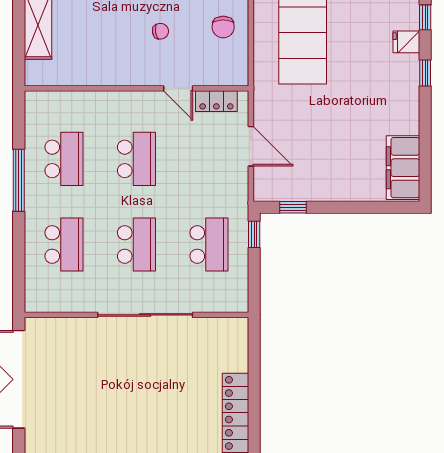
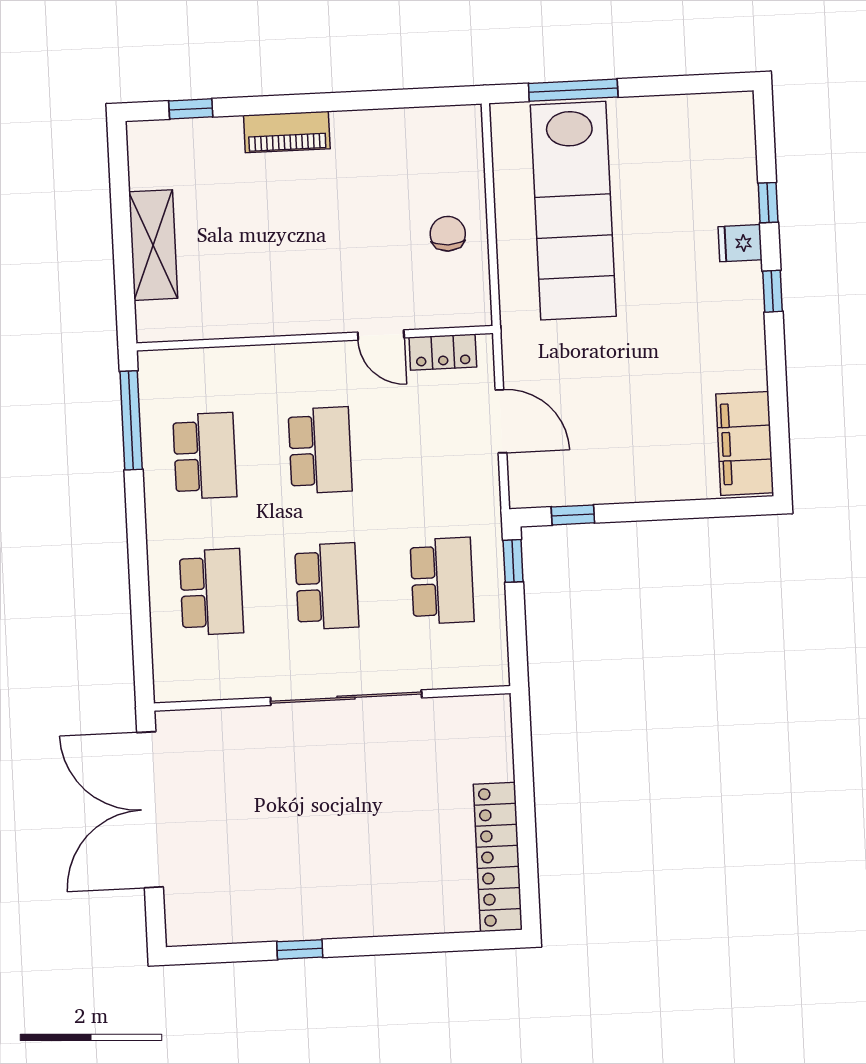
chair: (223, 27) -> (448, 234), turned 180
chair: (160, 31) -> (348, 245), removed
window: (19, 180) -> (131, 420), moved

